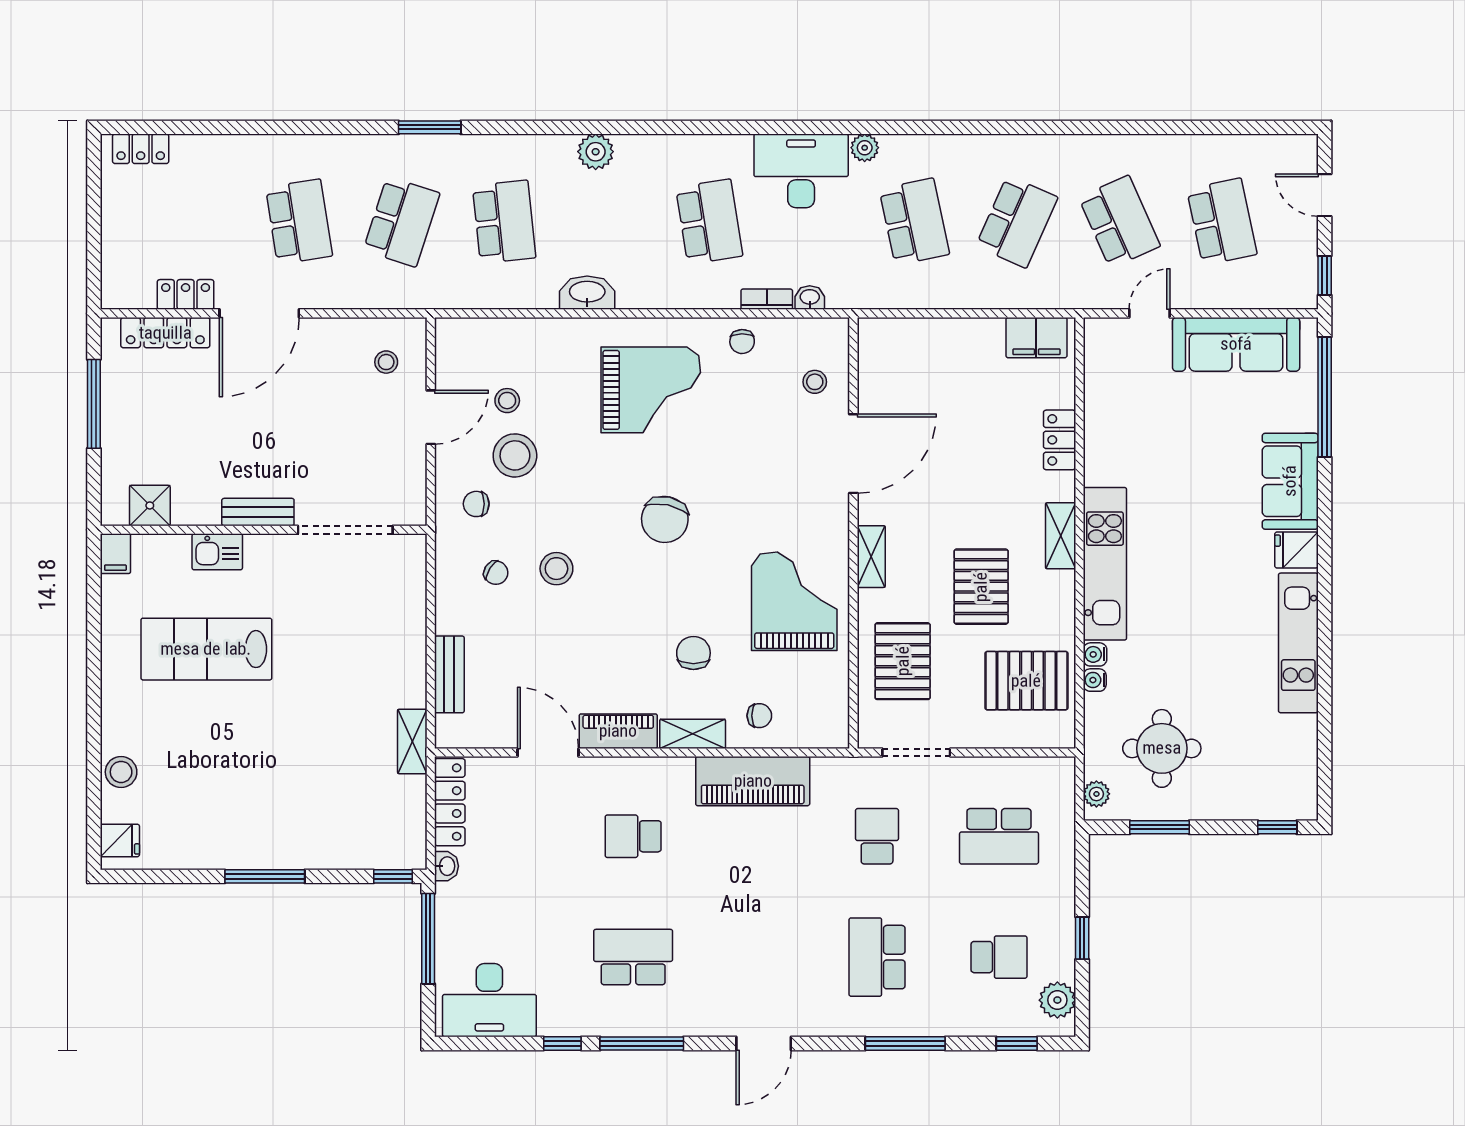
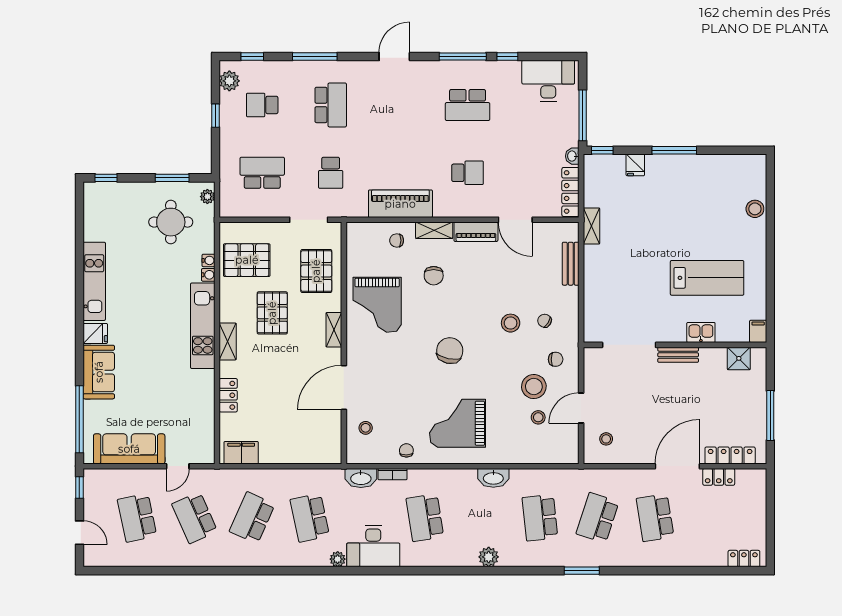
washbasin: (810, 298) -> (361, 478), width x1.91, depth x1.45
fridge: (120, 840) -> (635, 165), moved, turned -90

